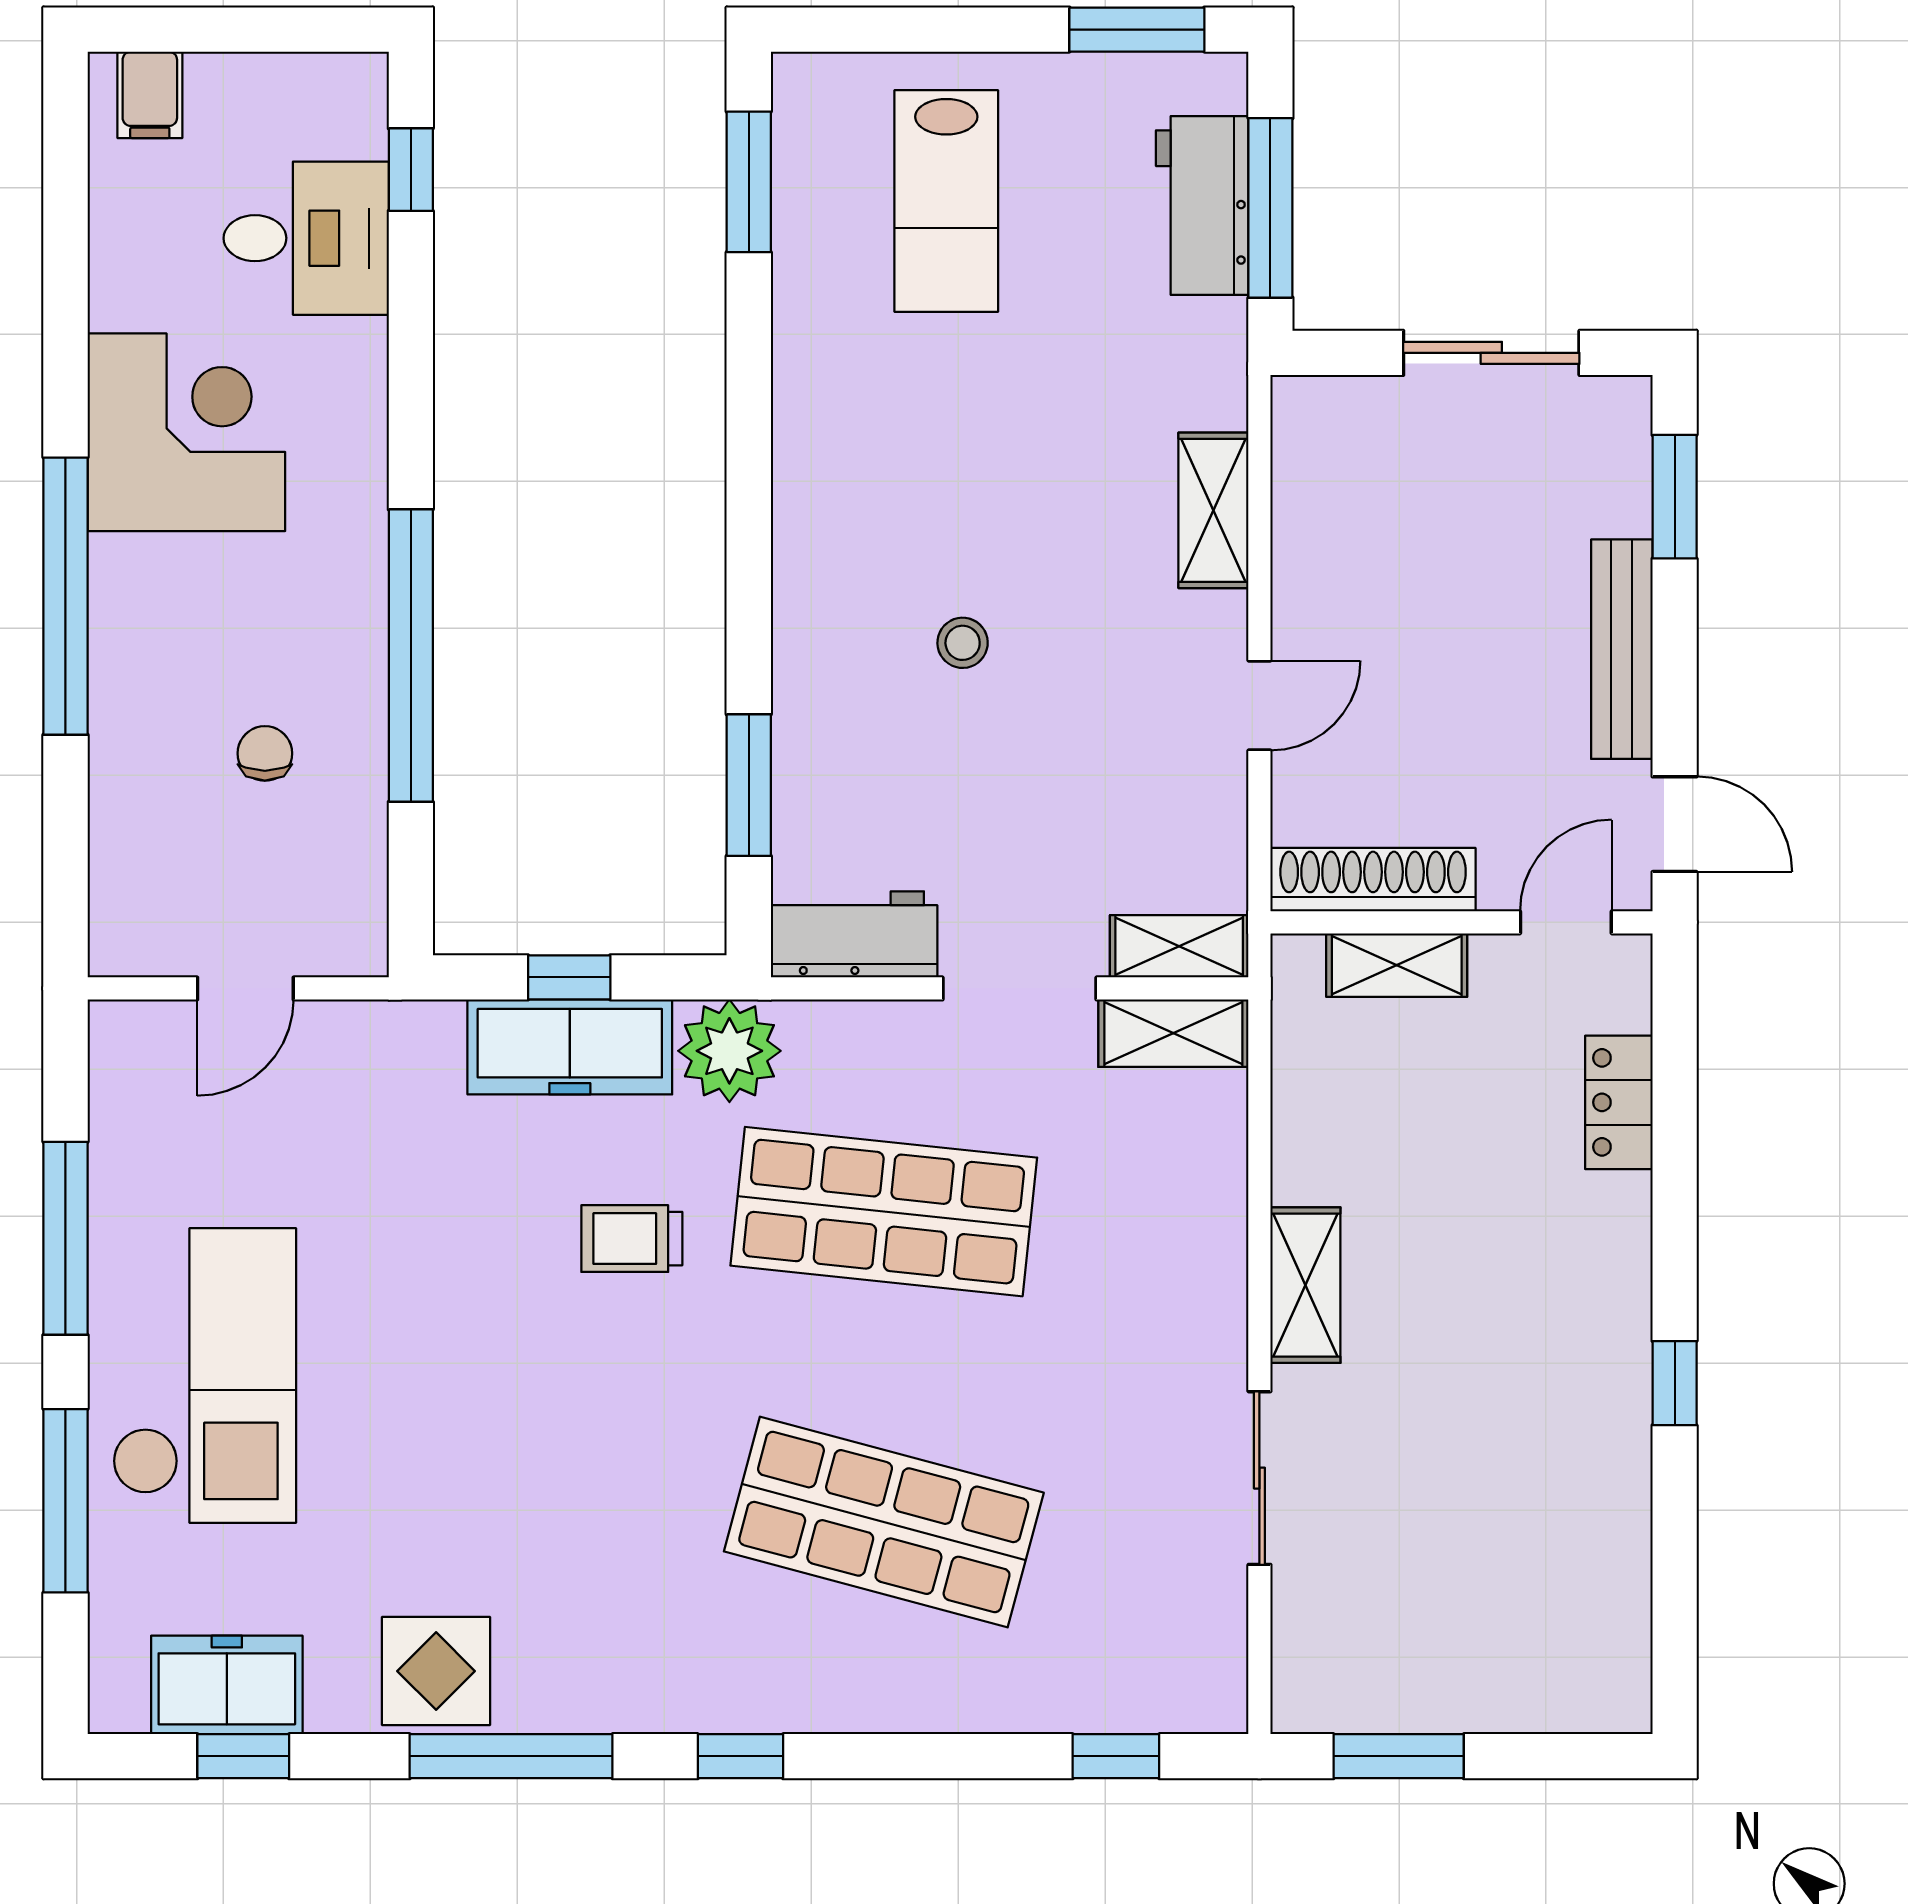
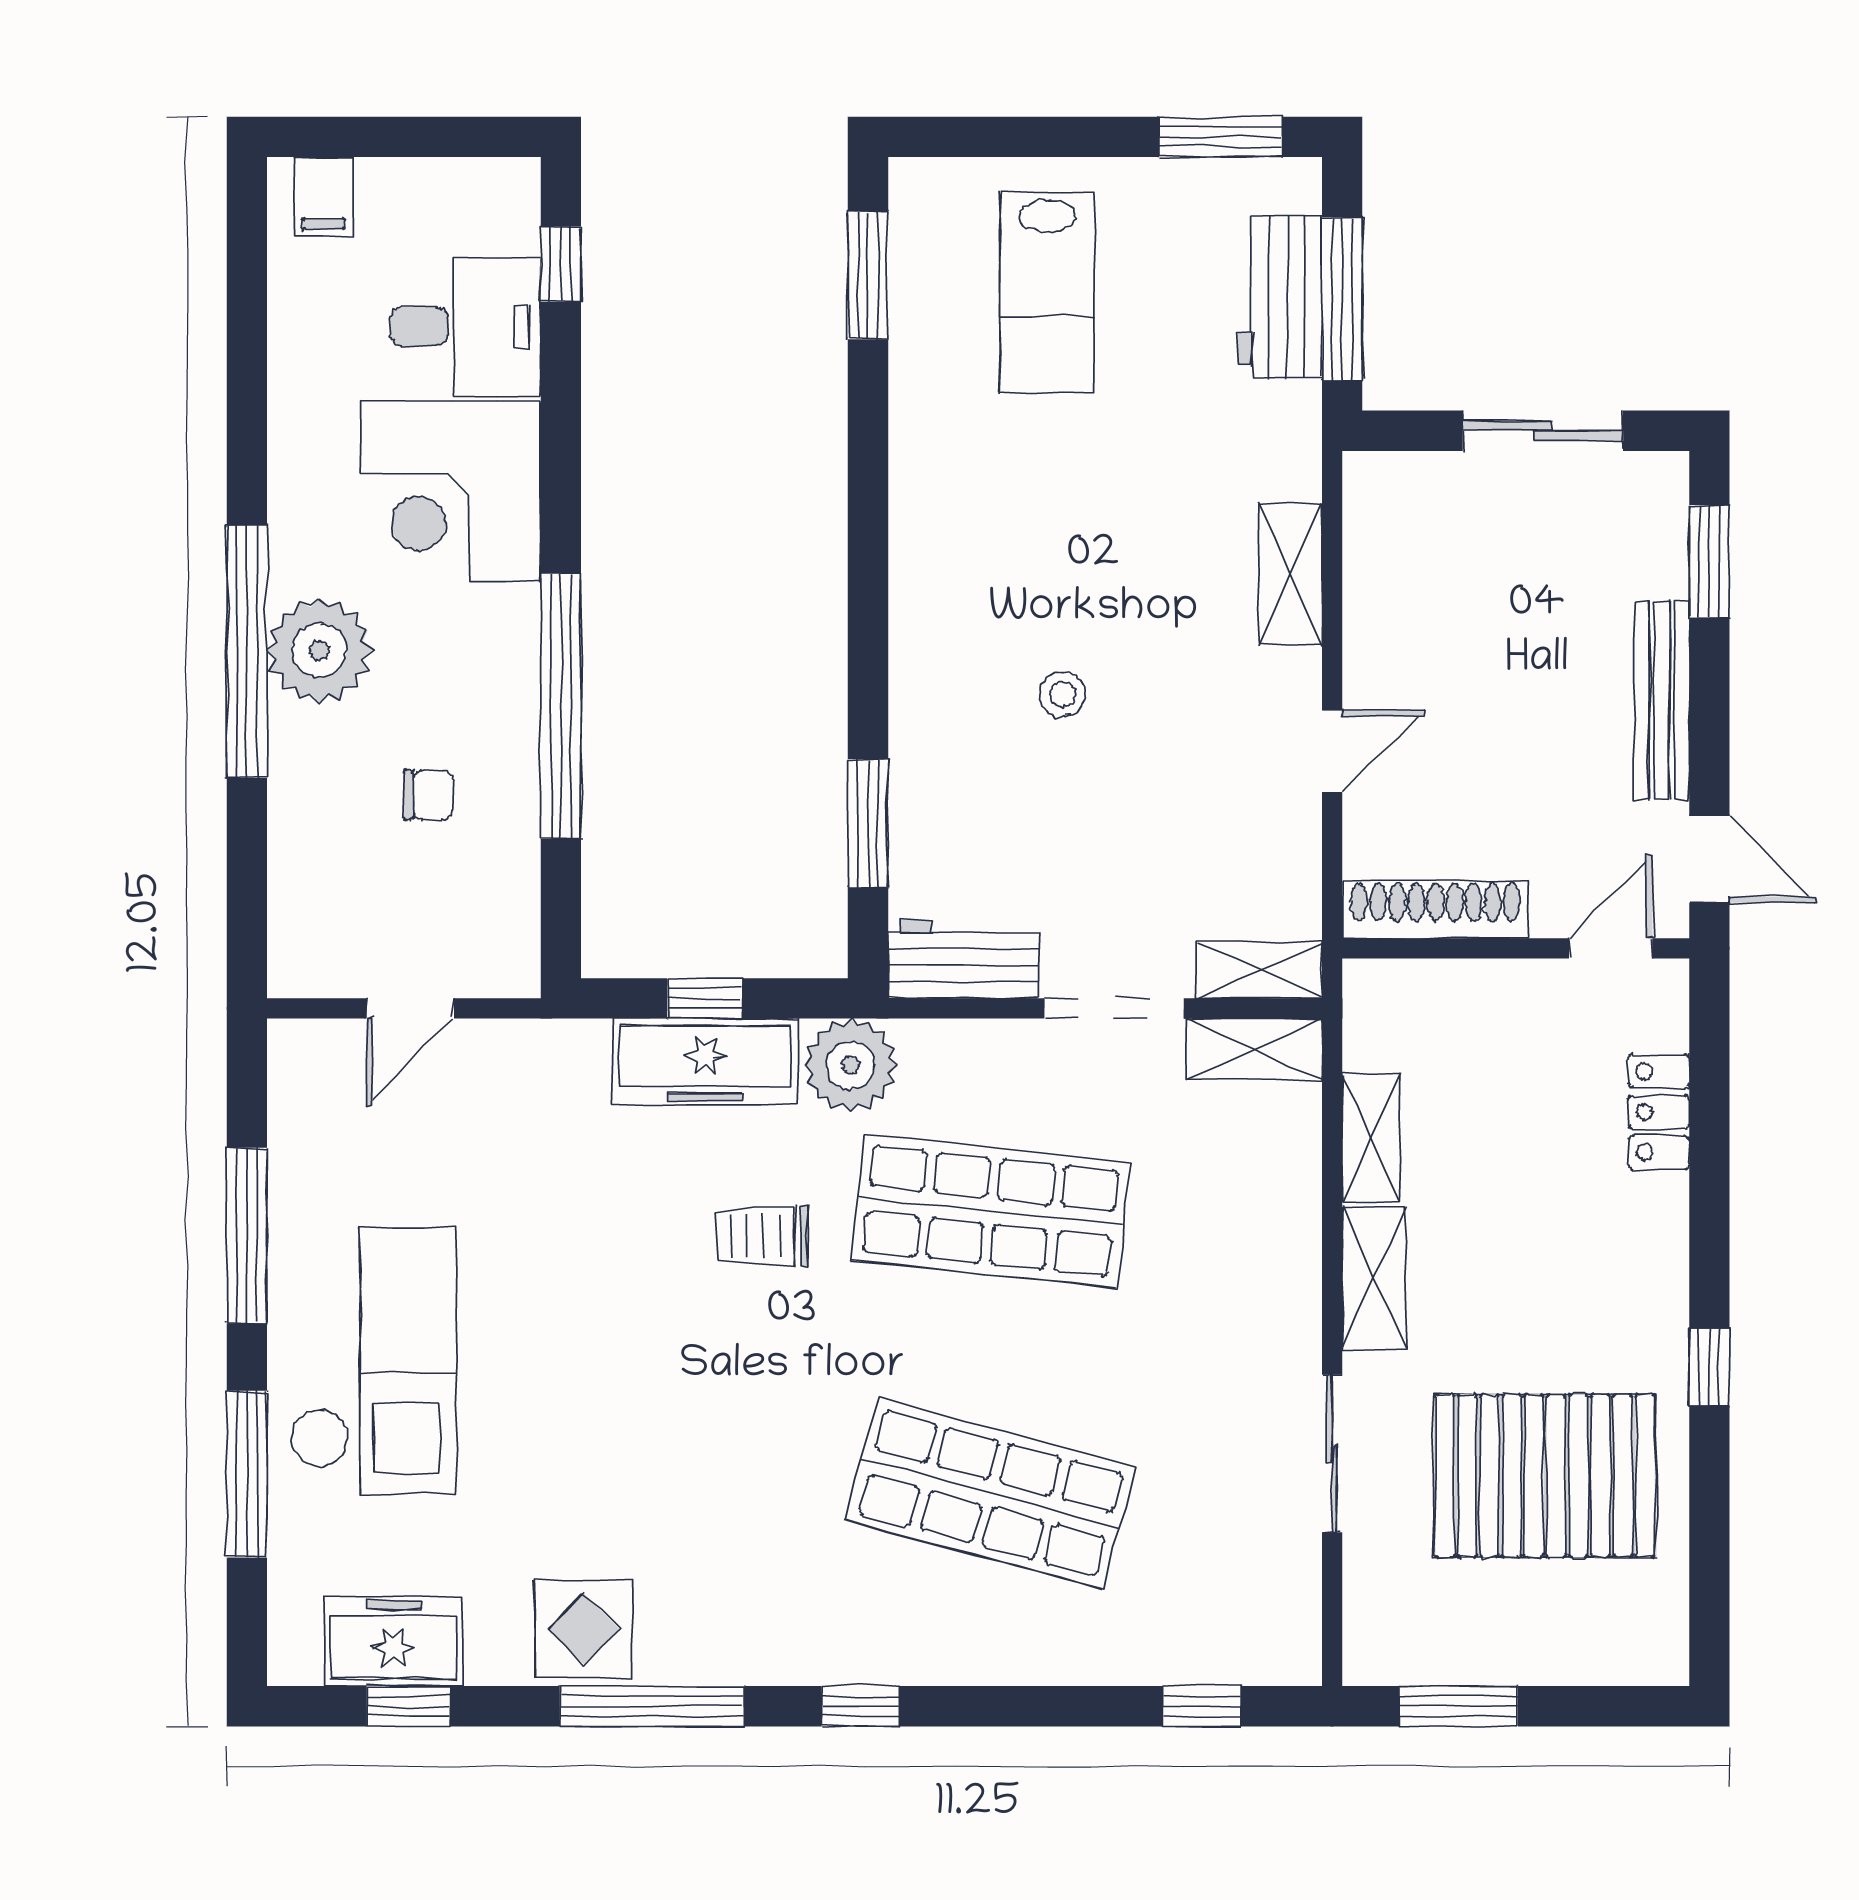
corner desk: (186, 432) -> (451, 491), moved, turned 180
plant: (145, 594) -> (319, 650), added
chair: (265, 753) -> (428, 795), turned 90
shelving: (1397, 965) -> (1371, 1138), moved, turned 90
pallet: (1494, 1503) -> (1545, 1476), added

